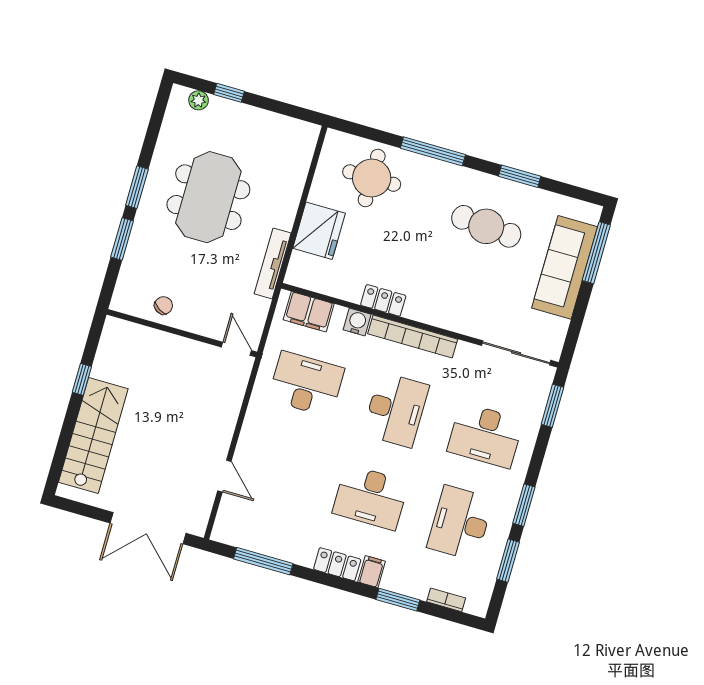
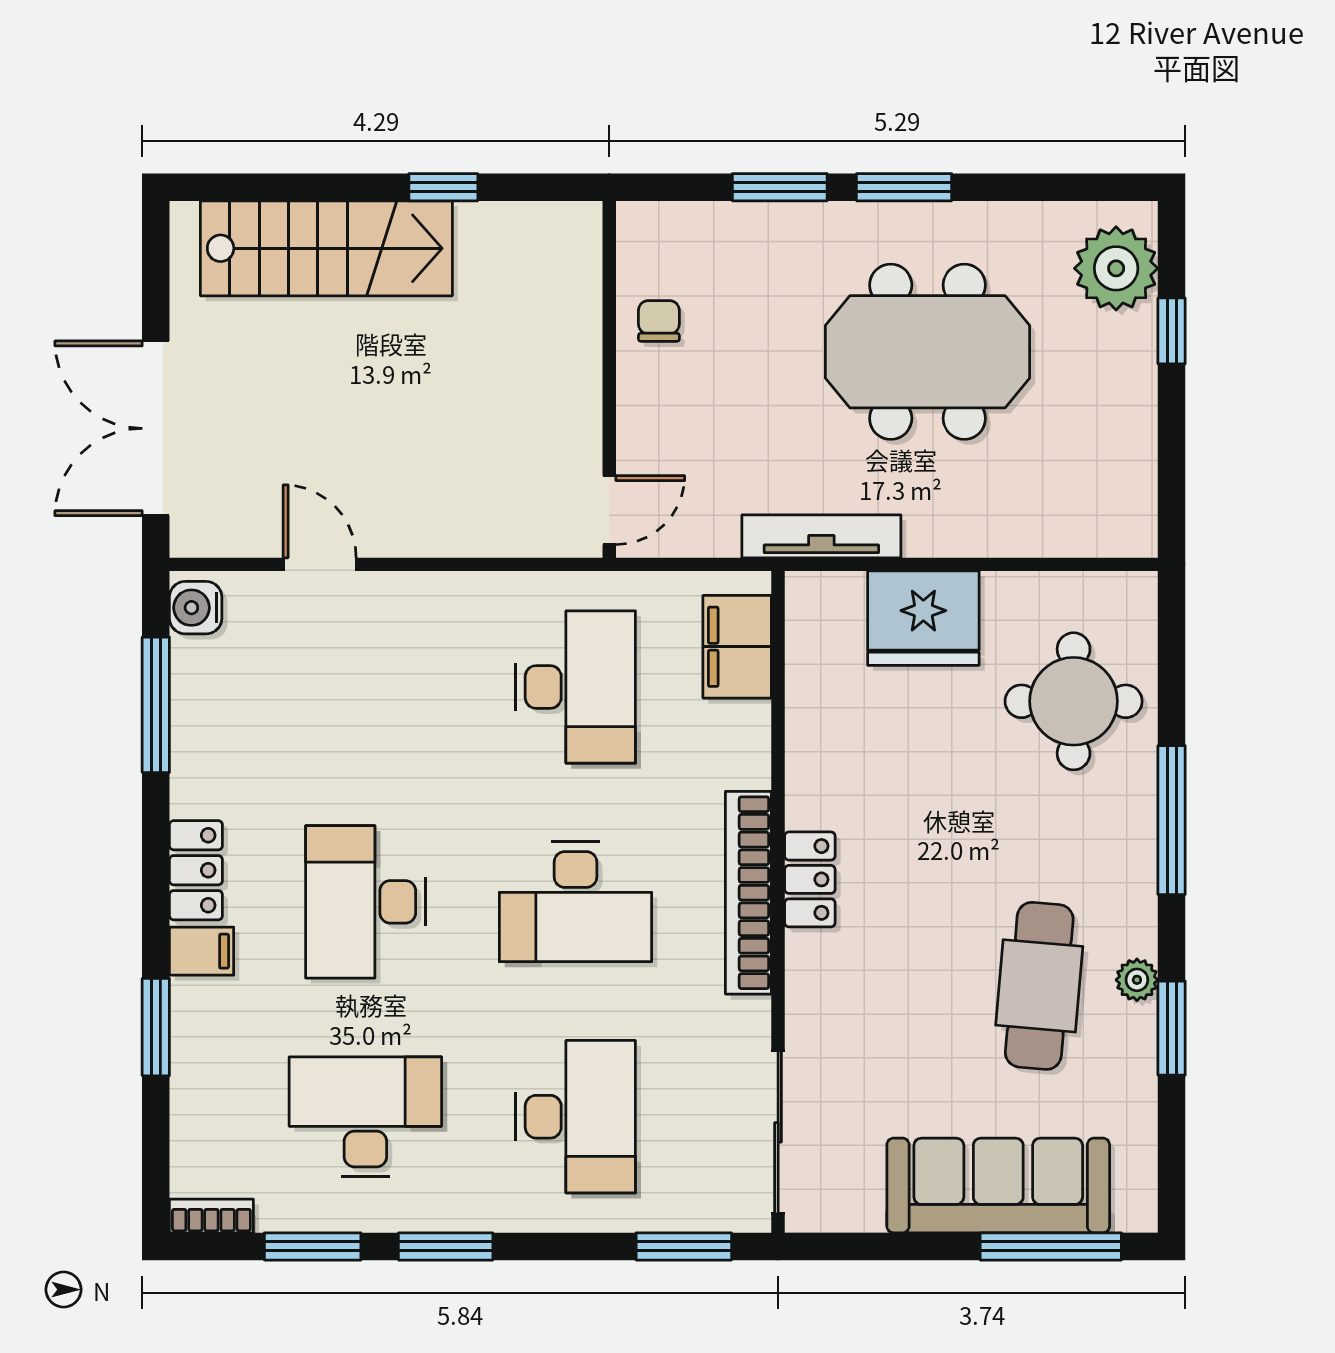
plant: (199, 100) -> (1116, 268), width x1.88, depth x1.88
plant: (495, 185) -> (1137, 980), added
locker: (383, 300) -> (810, 879), moved
chair: (163, 305) -> (659, 321), turned -122
water cooler: (357, 322) -> (196, 608), moved, turned 180
desk: (485, 435) -> (576, 1117), turned 180
door: (224, 476) -> (320, 564), swing flipped
bookcase: (446, 600) -> (211, 1216), moved, turned -90

